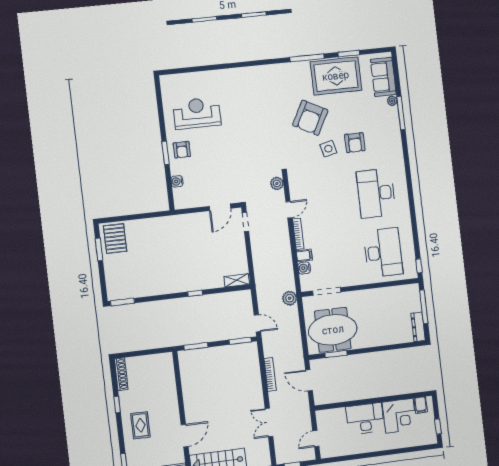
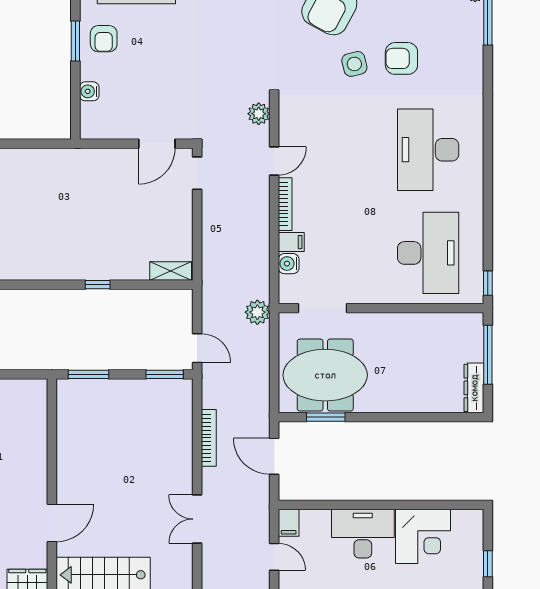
armchair: (355, 143) -> (401, 58), turned 90
filing cabinet: (421, 405) -> (289, 523), moved
door: (316, 439) -> (274, 557), swing flipped

